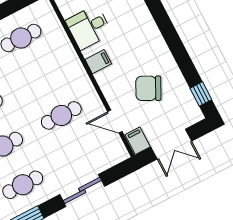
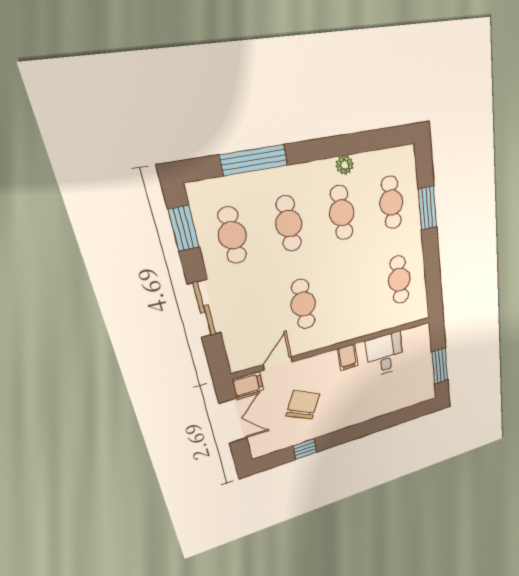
window: (201, 94) -> (305, 449), moved
double door: (171, 144) -> (233, 421), swing flipped

